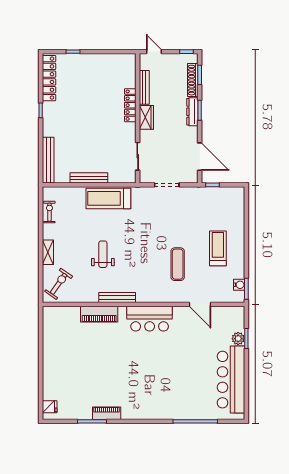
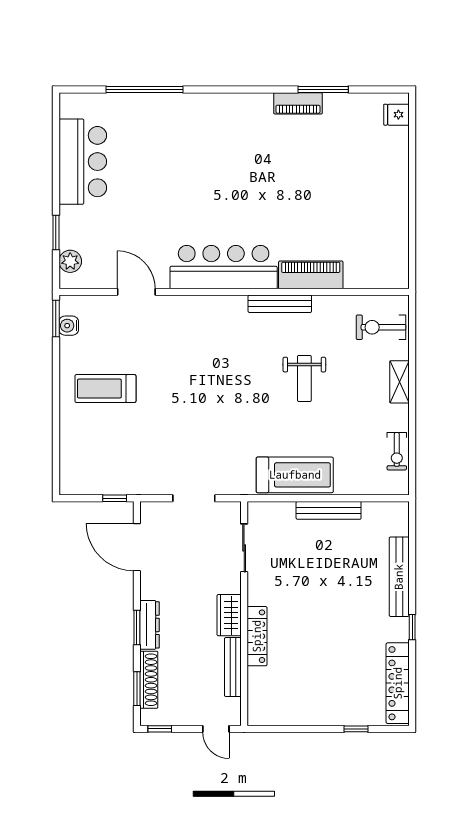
bench: (48, 160) -> (399, 577), moved
treadmill: (218, 248) -> (105, 389), turned 90
exercise mat: (178, 264) -> (175, 361), removed
exercise bike: (59, 284) -> (381, 327), turned 55
bar counter: (150, 319) -> (224, 267), width x1.36
plant: (238, 339) -> (70, 261), moved
bar counter: (231, 380) -> (83, 162), width x0.73

